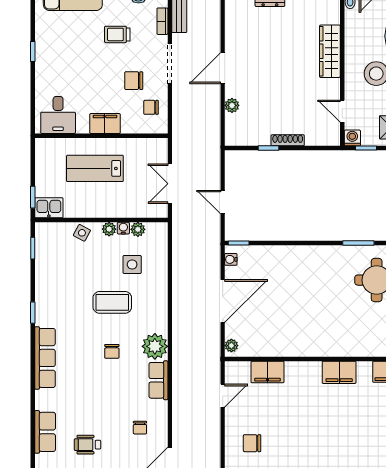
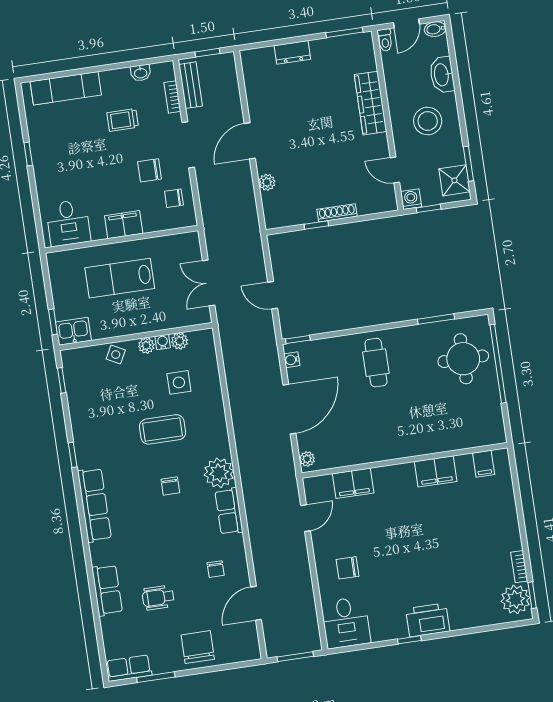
cafe table: (302, 272) -> (376, 363), added

